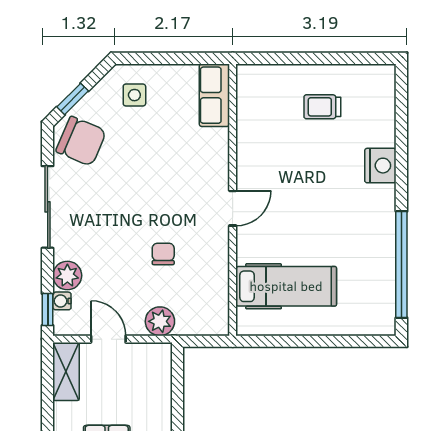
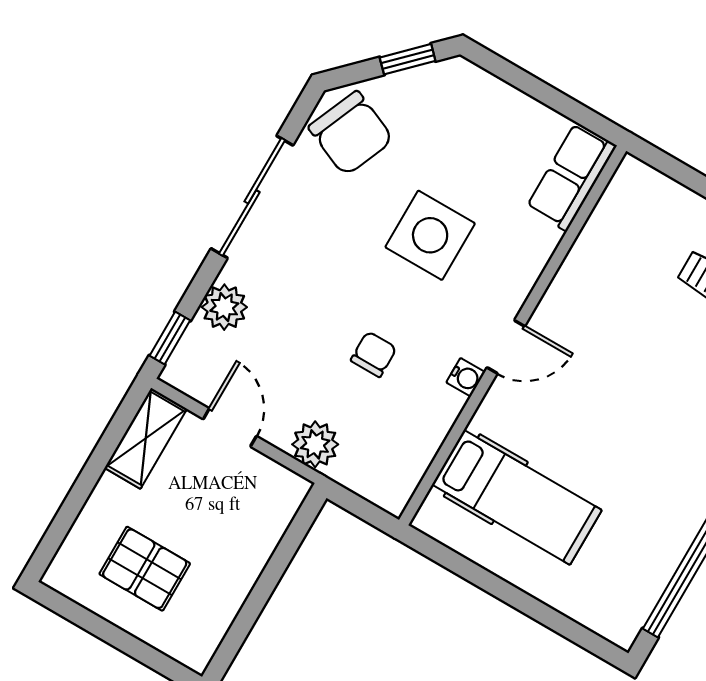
side table: (134, 95) -> (430, 235), moved, width x1.87, depth x1.87
window: (73, 99) -> (408, 59), moved
water cooler: (62, 301) -> (466, 377), moved, turned 180

